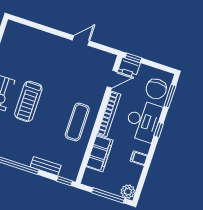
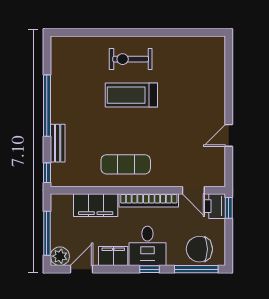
door: (81, 40) -> (229, 135), swing flipped
window: (170, 96) -> (196, 269), width x1.44
desk: (143, 121) -> (147, 246), width x0.73
filing cabinet: (139, 158) -> (113, 256), width x2.00
door: (142, 179) -> (81, 269), added

